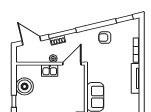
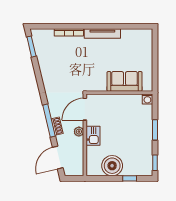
armchair: (105, 38) -> (54, 70), removed
door: (72, 64) -> (85, 109), hinge flipped

